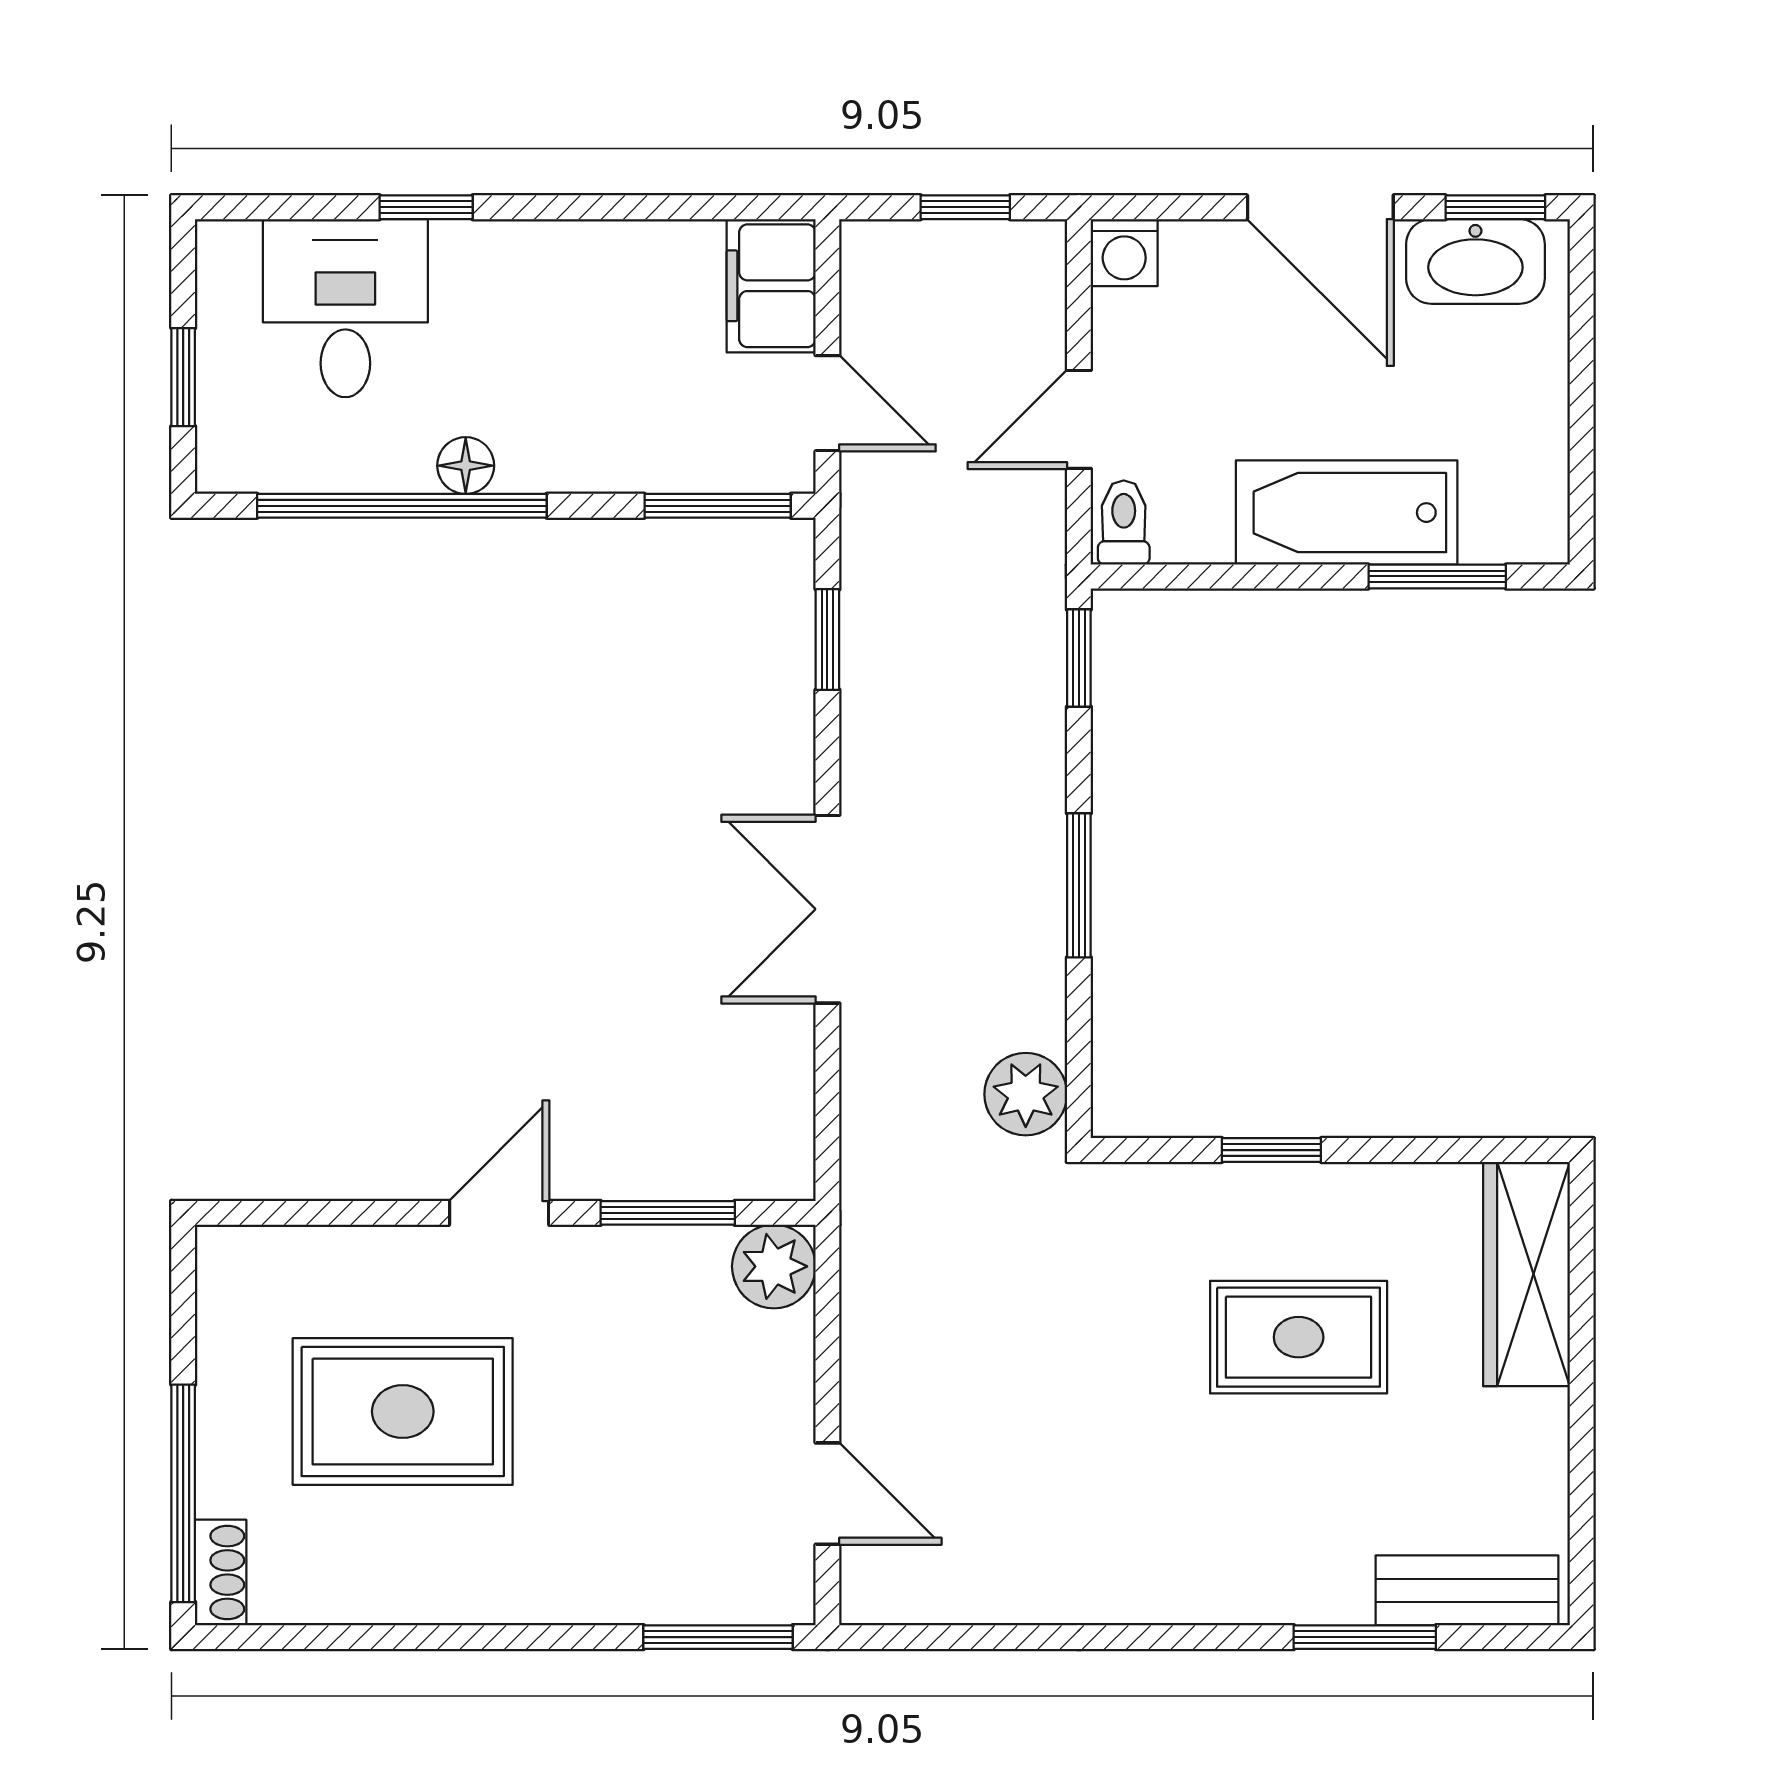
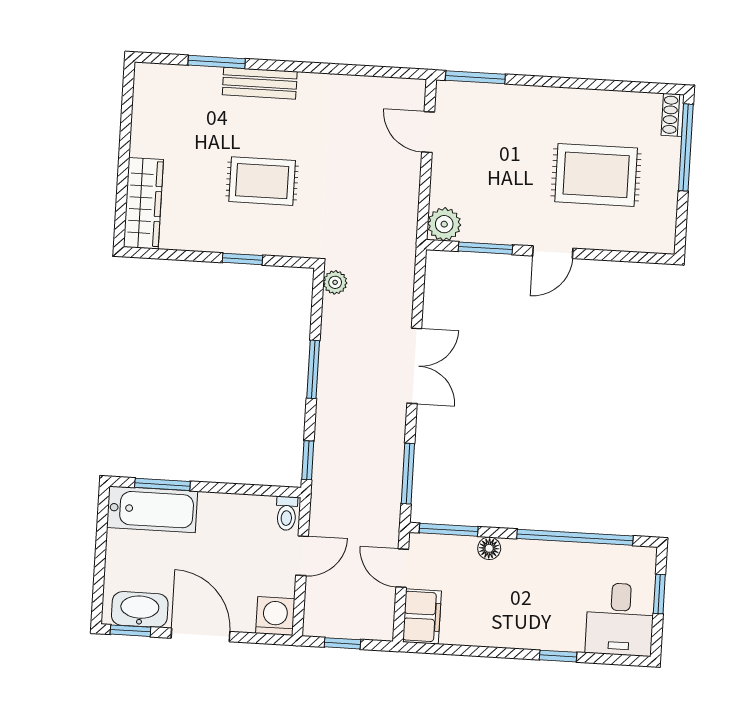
washing machine: (1124, 253) -> (275, 616), width x1.38, depth x1.38
desk: (345, 308) -> (620, 619), moved
floor lamp: (466, 466) -> (489, 548), moved
bathtub: (1347, 513) -> (152, 509), moved
window: (827, 640) -> (408, 474), width x1.50
plant: (1026, 1094) -> (335, 282), width x0.73, depth x0.73
rug: (1299, 1337) -> (262, 181), moved
bench: (1467, 1590) -> (260, 83), moved

